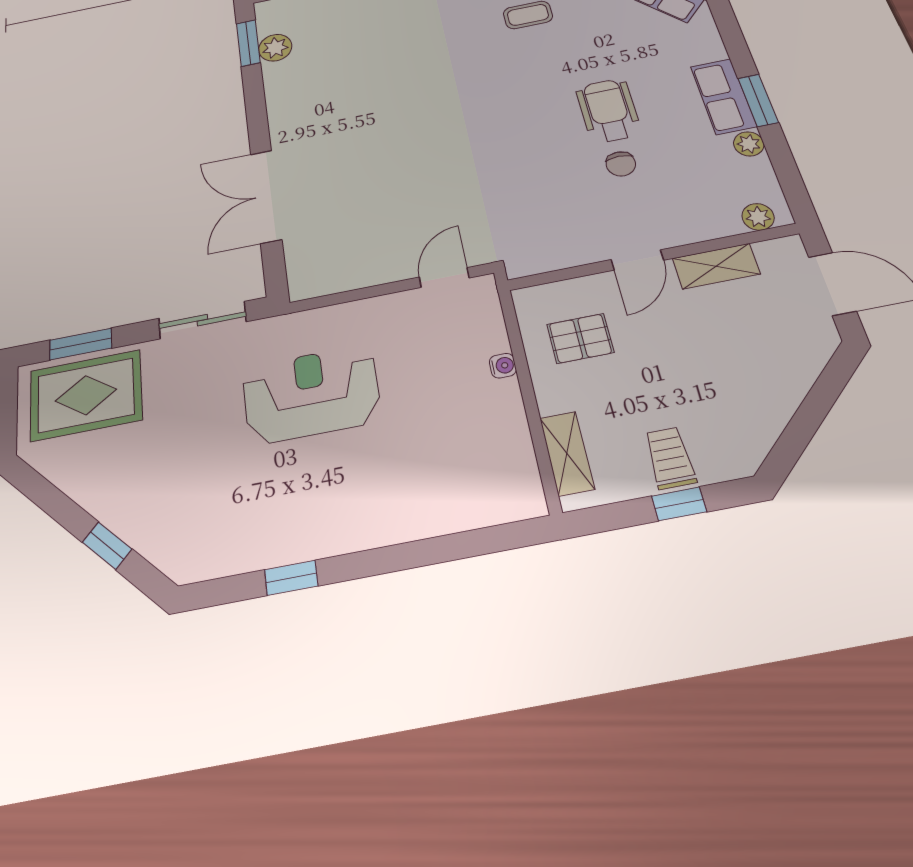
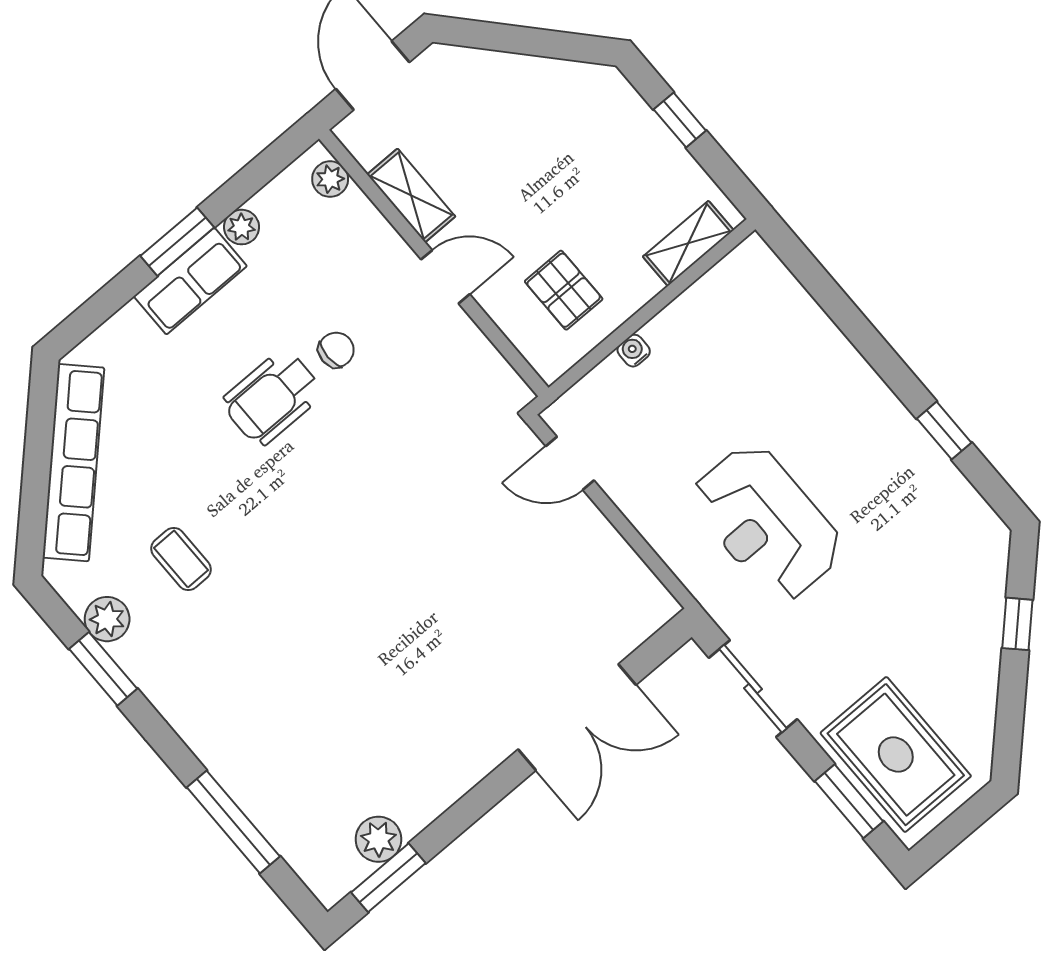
trolley: (670, 458) -> (640, 148), removed

